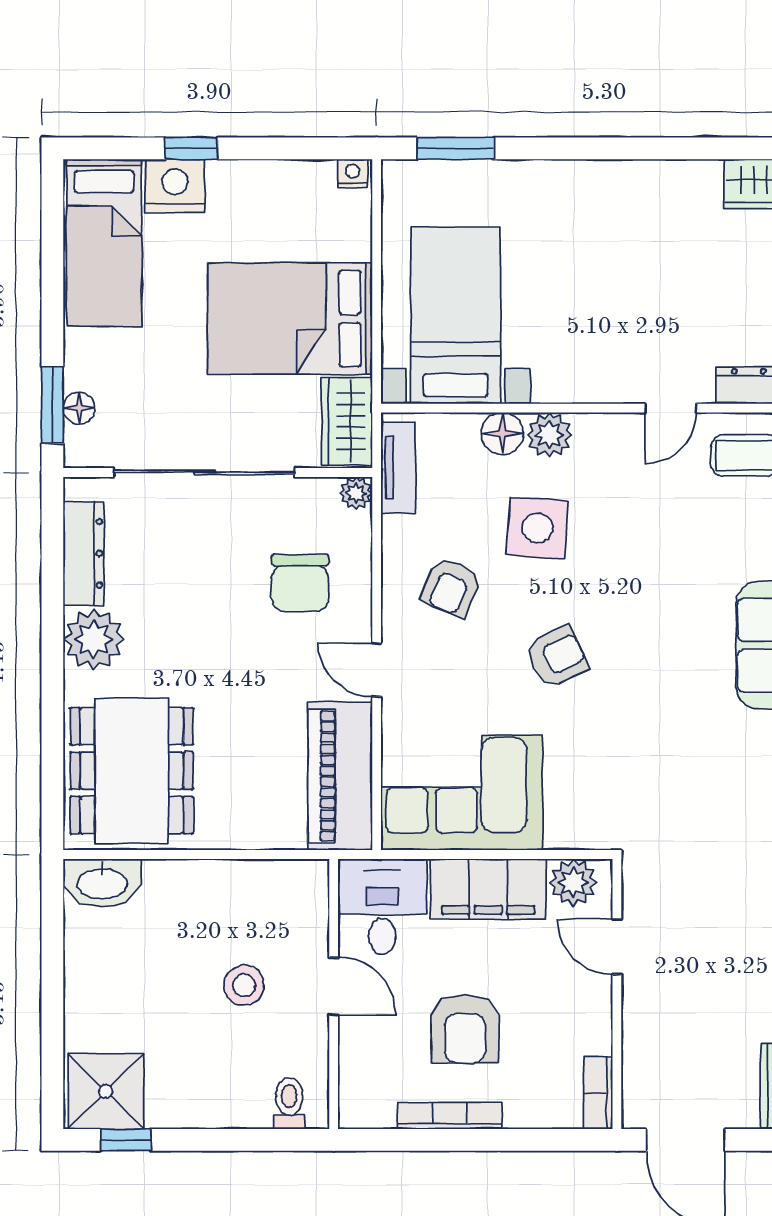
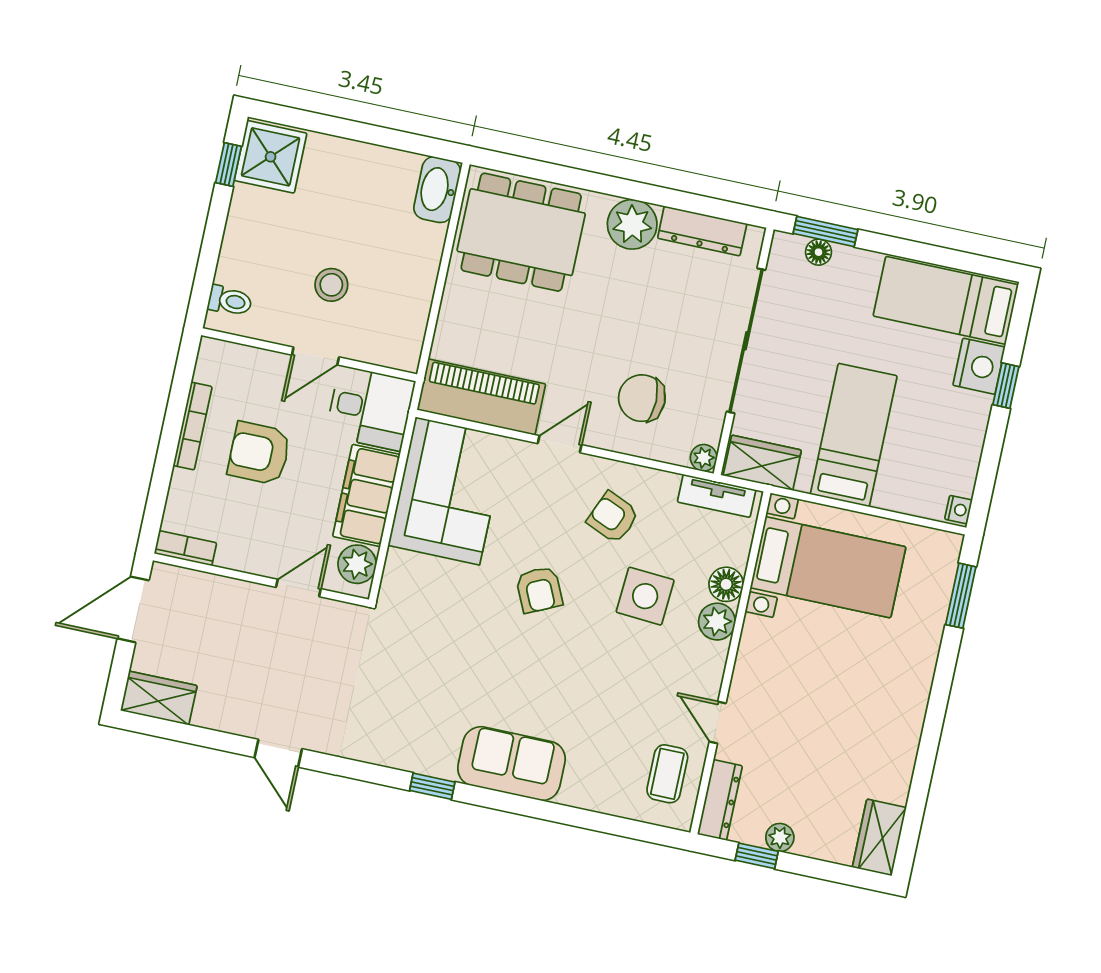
bed: (290, 319) -> (854, 435), width x0.67

